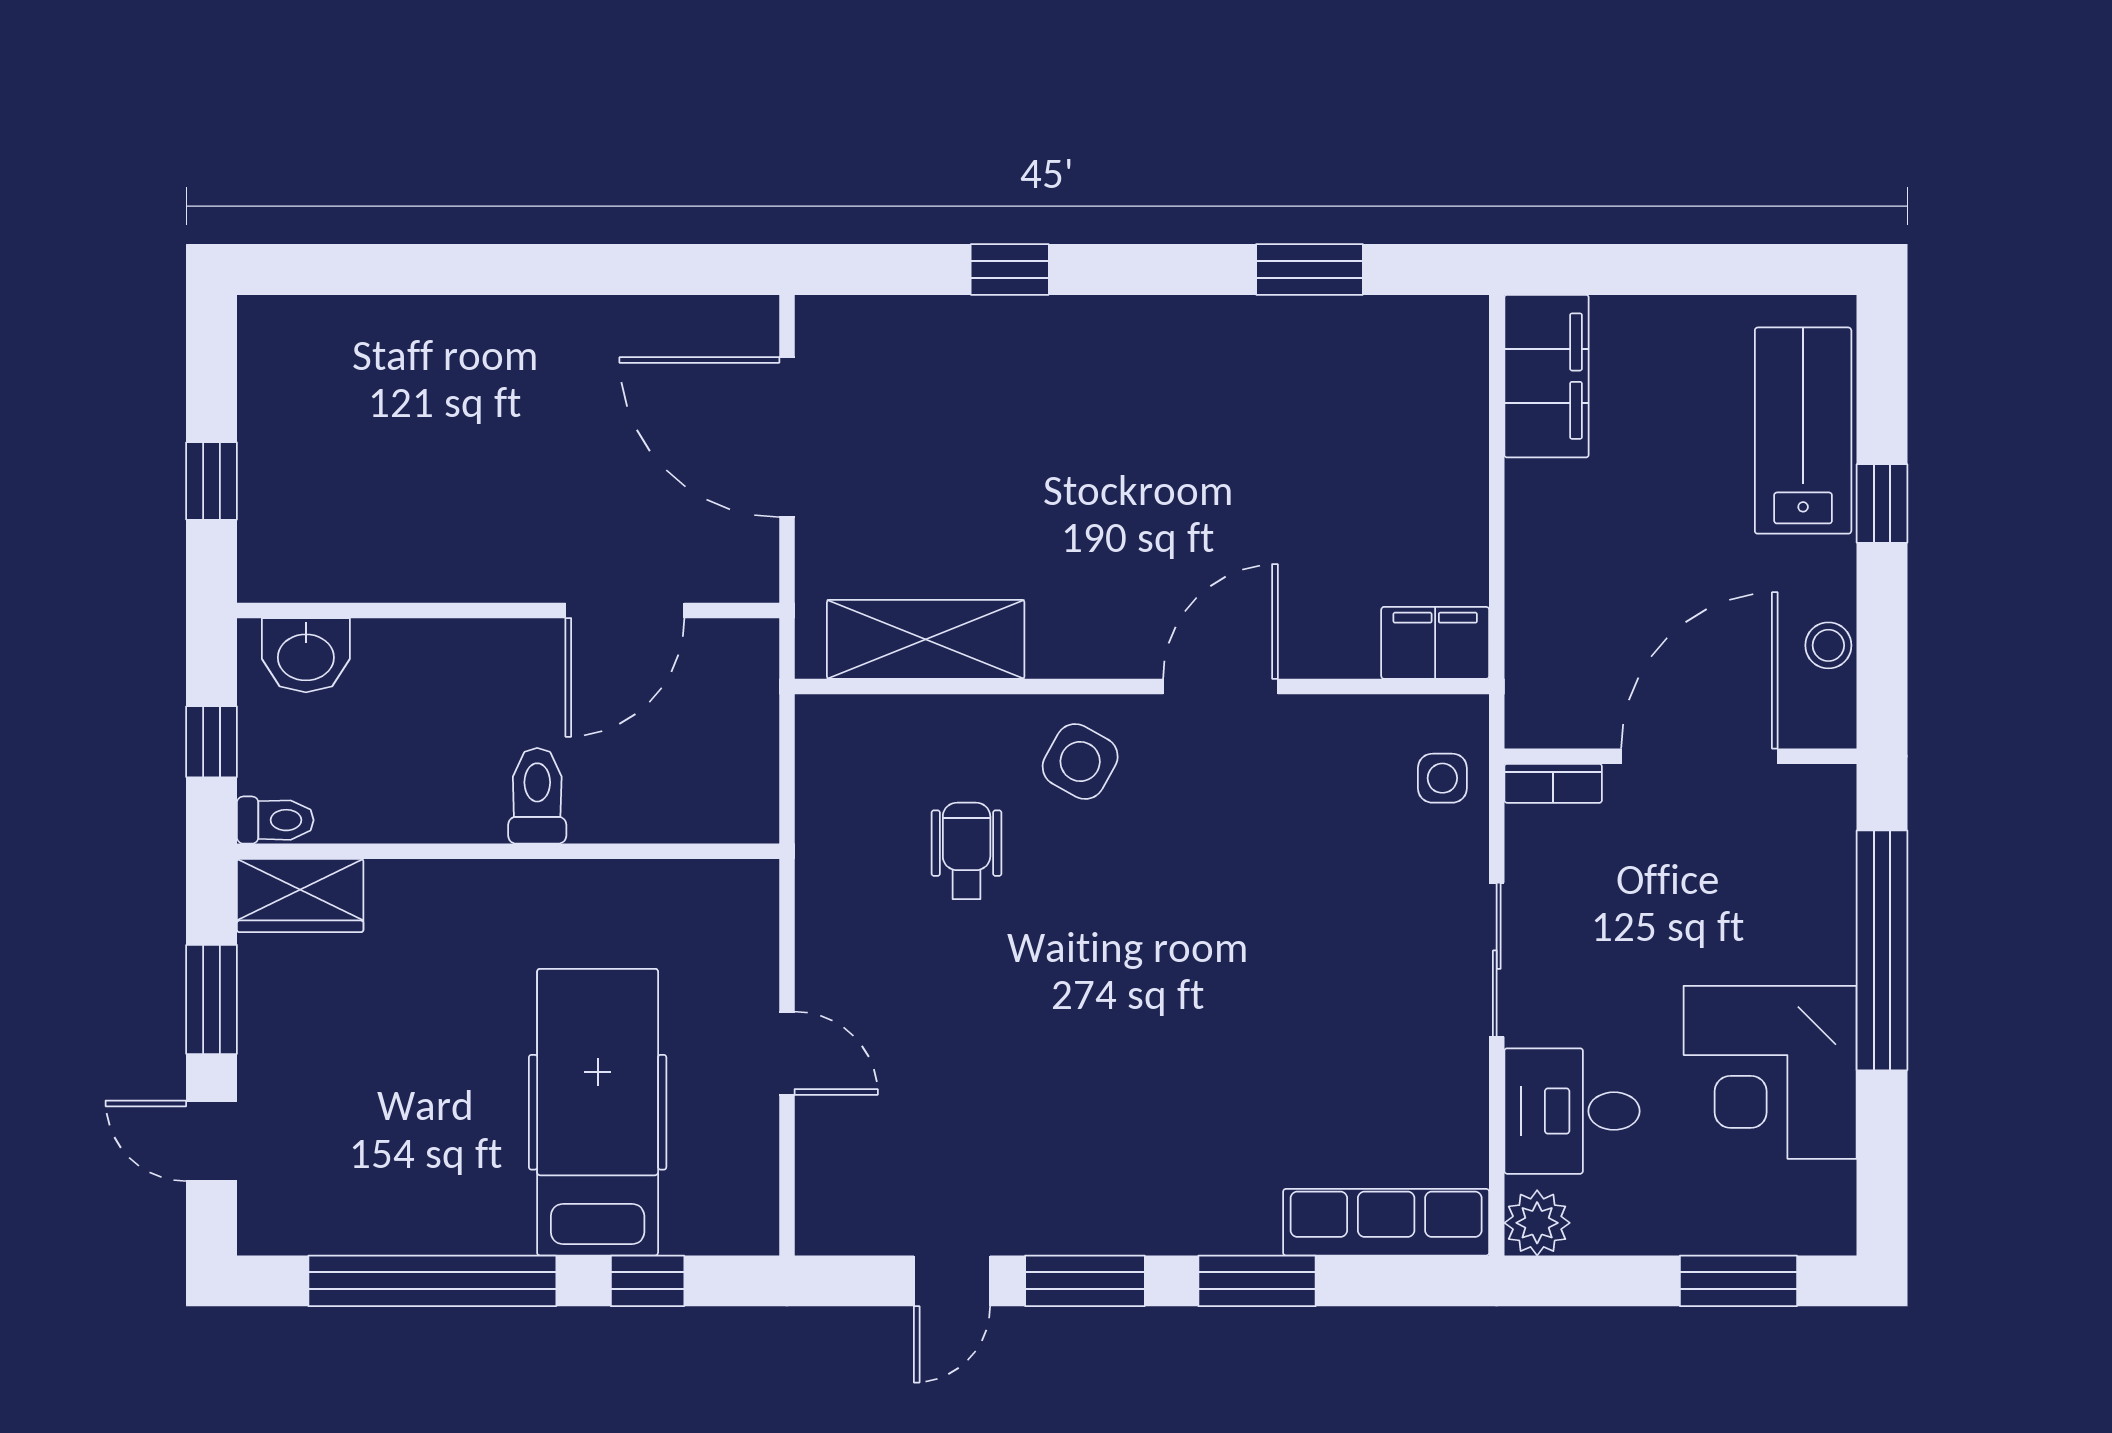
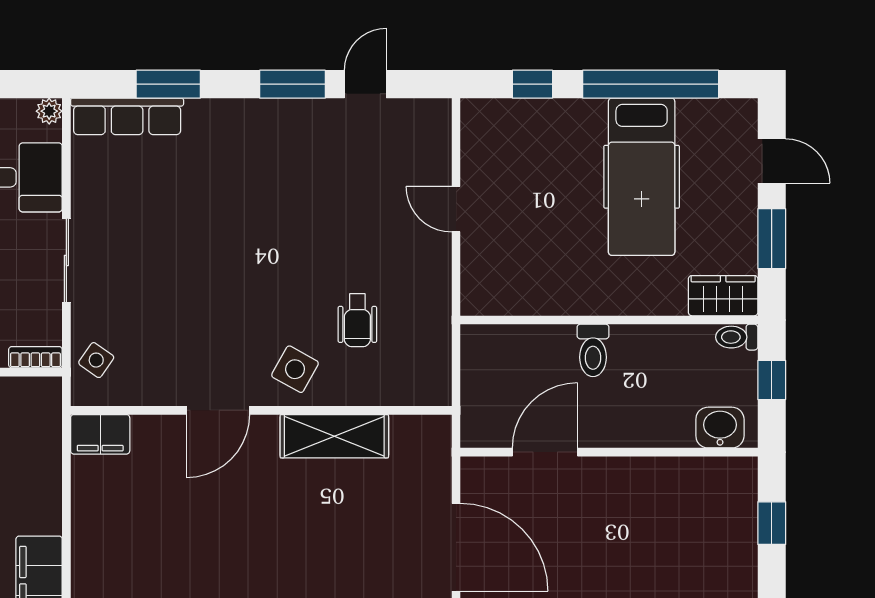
shelving: (926, 639) -> (334, 436), moved
side table: (1442, 778) -> (96, 360), turned 35
hospital bed: (598, 1112) -> (642, 177), moved
plant: (1537, 1223) -> (49, 111), width x0.73, depth x0.73
window: (1257, 1281) -> (168, 84), moved

